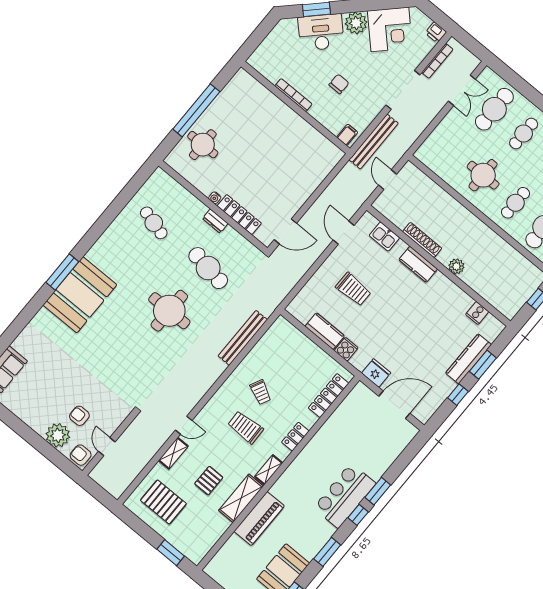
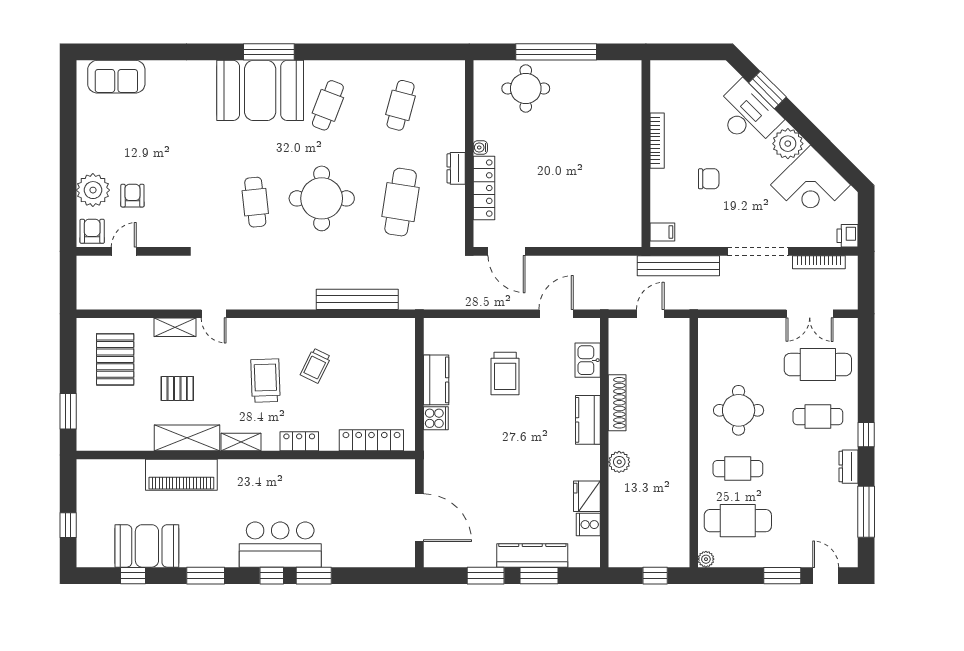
cafe table: (120, 264) -> (328, 105), added
cafe table: (140, 350) -> (255, 202), added
fridge: (376, 373) -> (587, 496), moved, turned 180
window: (458, 395) -> (486, 576), width x1.50

